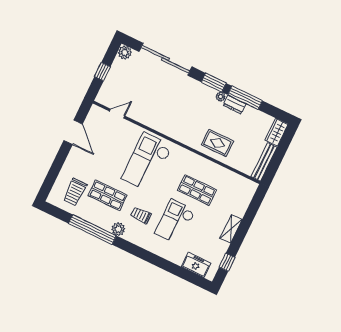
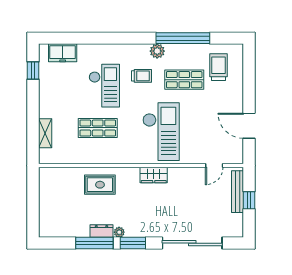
plant: (125, 53) -> (236, 230), removed
wardrobe: (276, 132) -> (154, 175), moved, turned 90
bench: (264, 162) -> (238, 192), moved
shelving: (231, 229) -> (45, 133), moved

